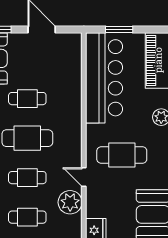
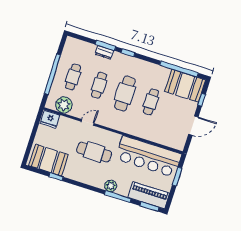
cafe table: (122, 155) -> (94, 152), turned 90
plant: (70, 202) -> (64, 105), moved

